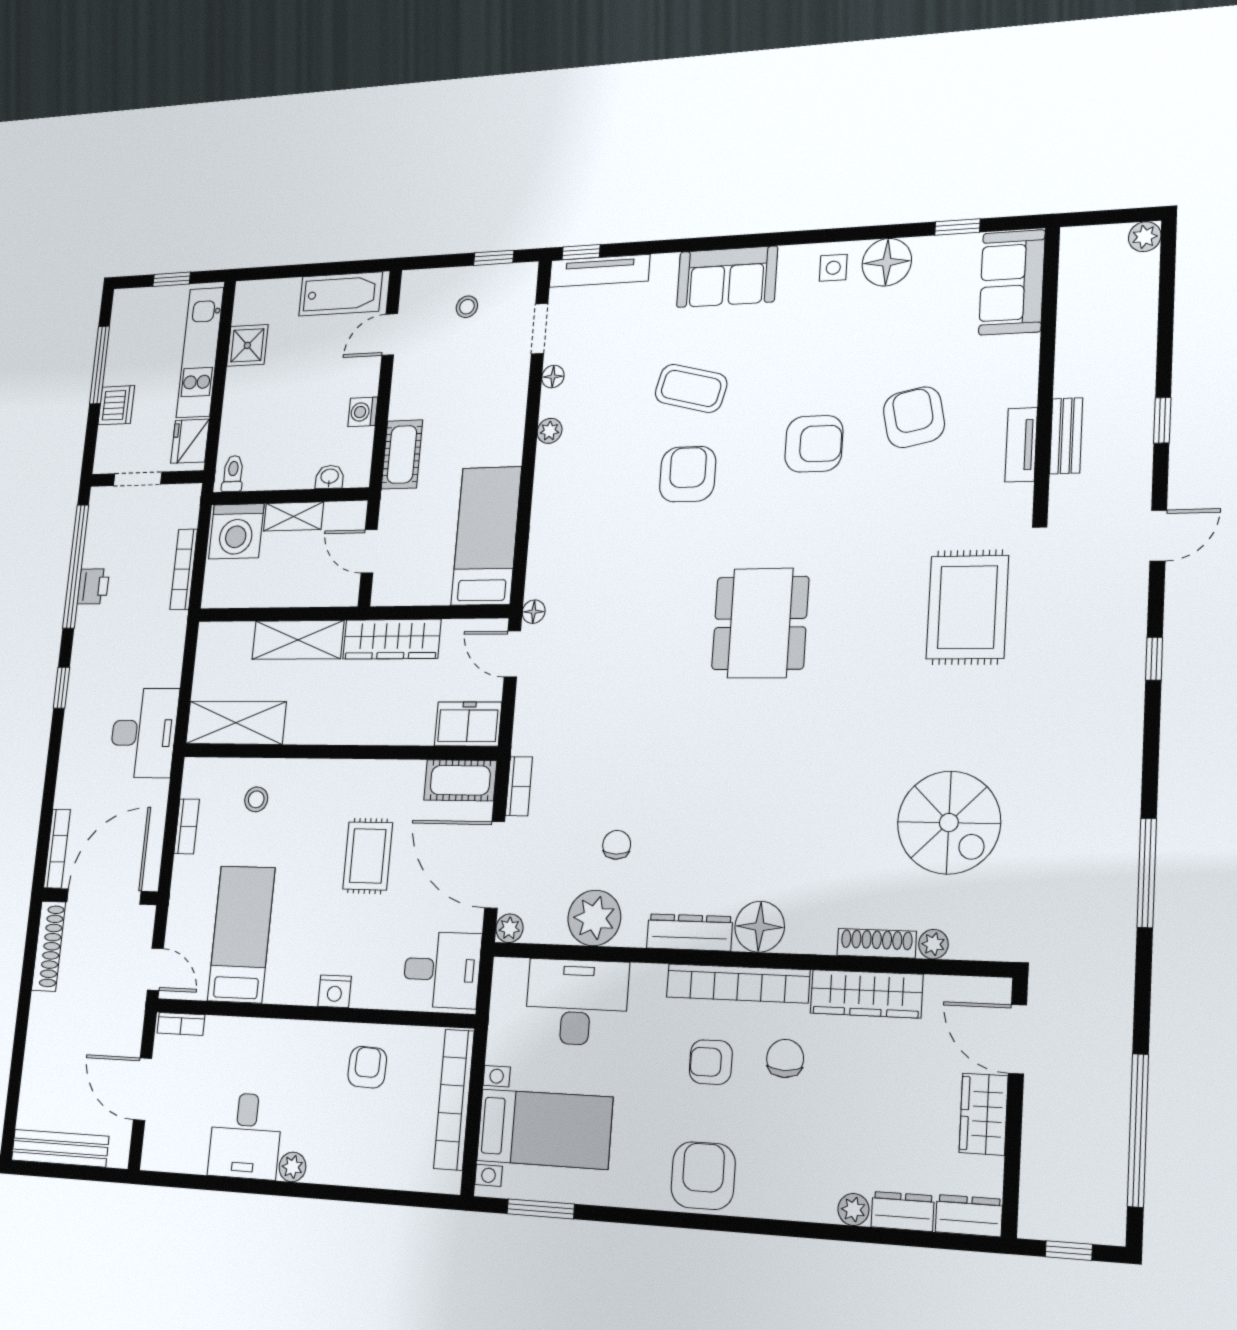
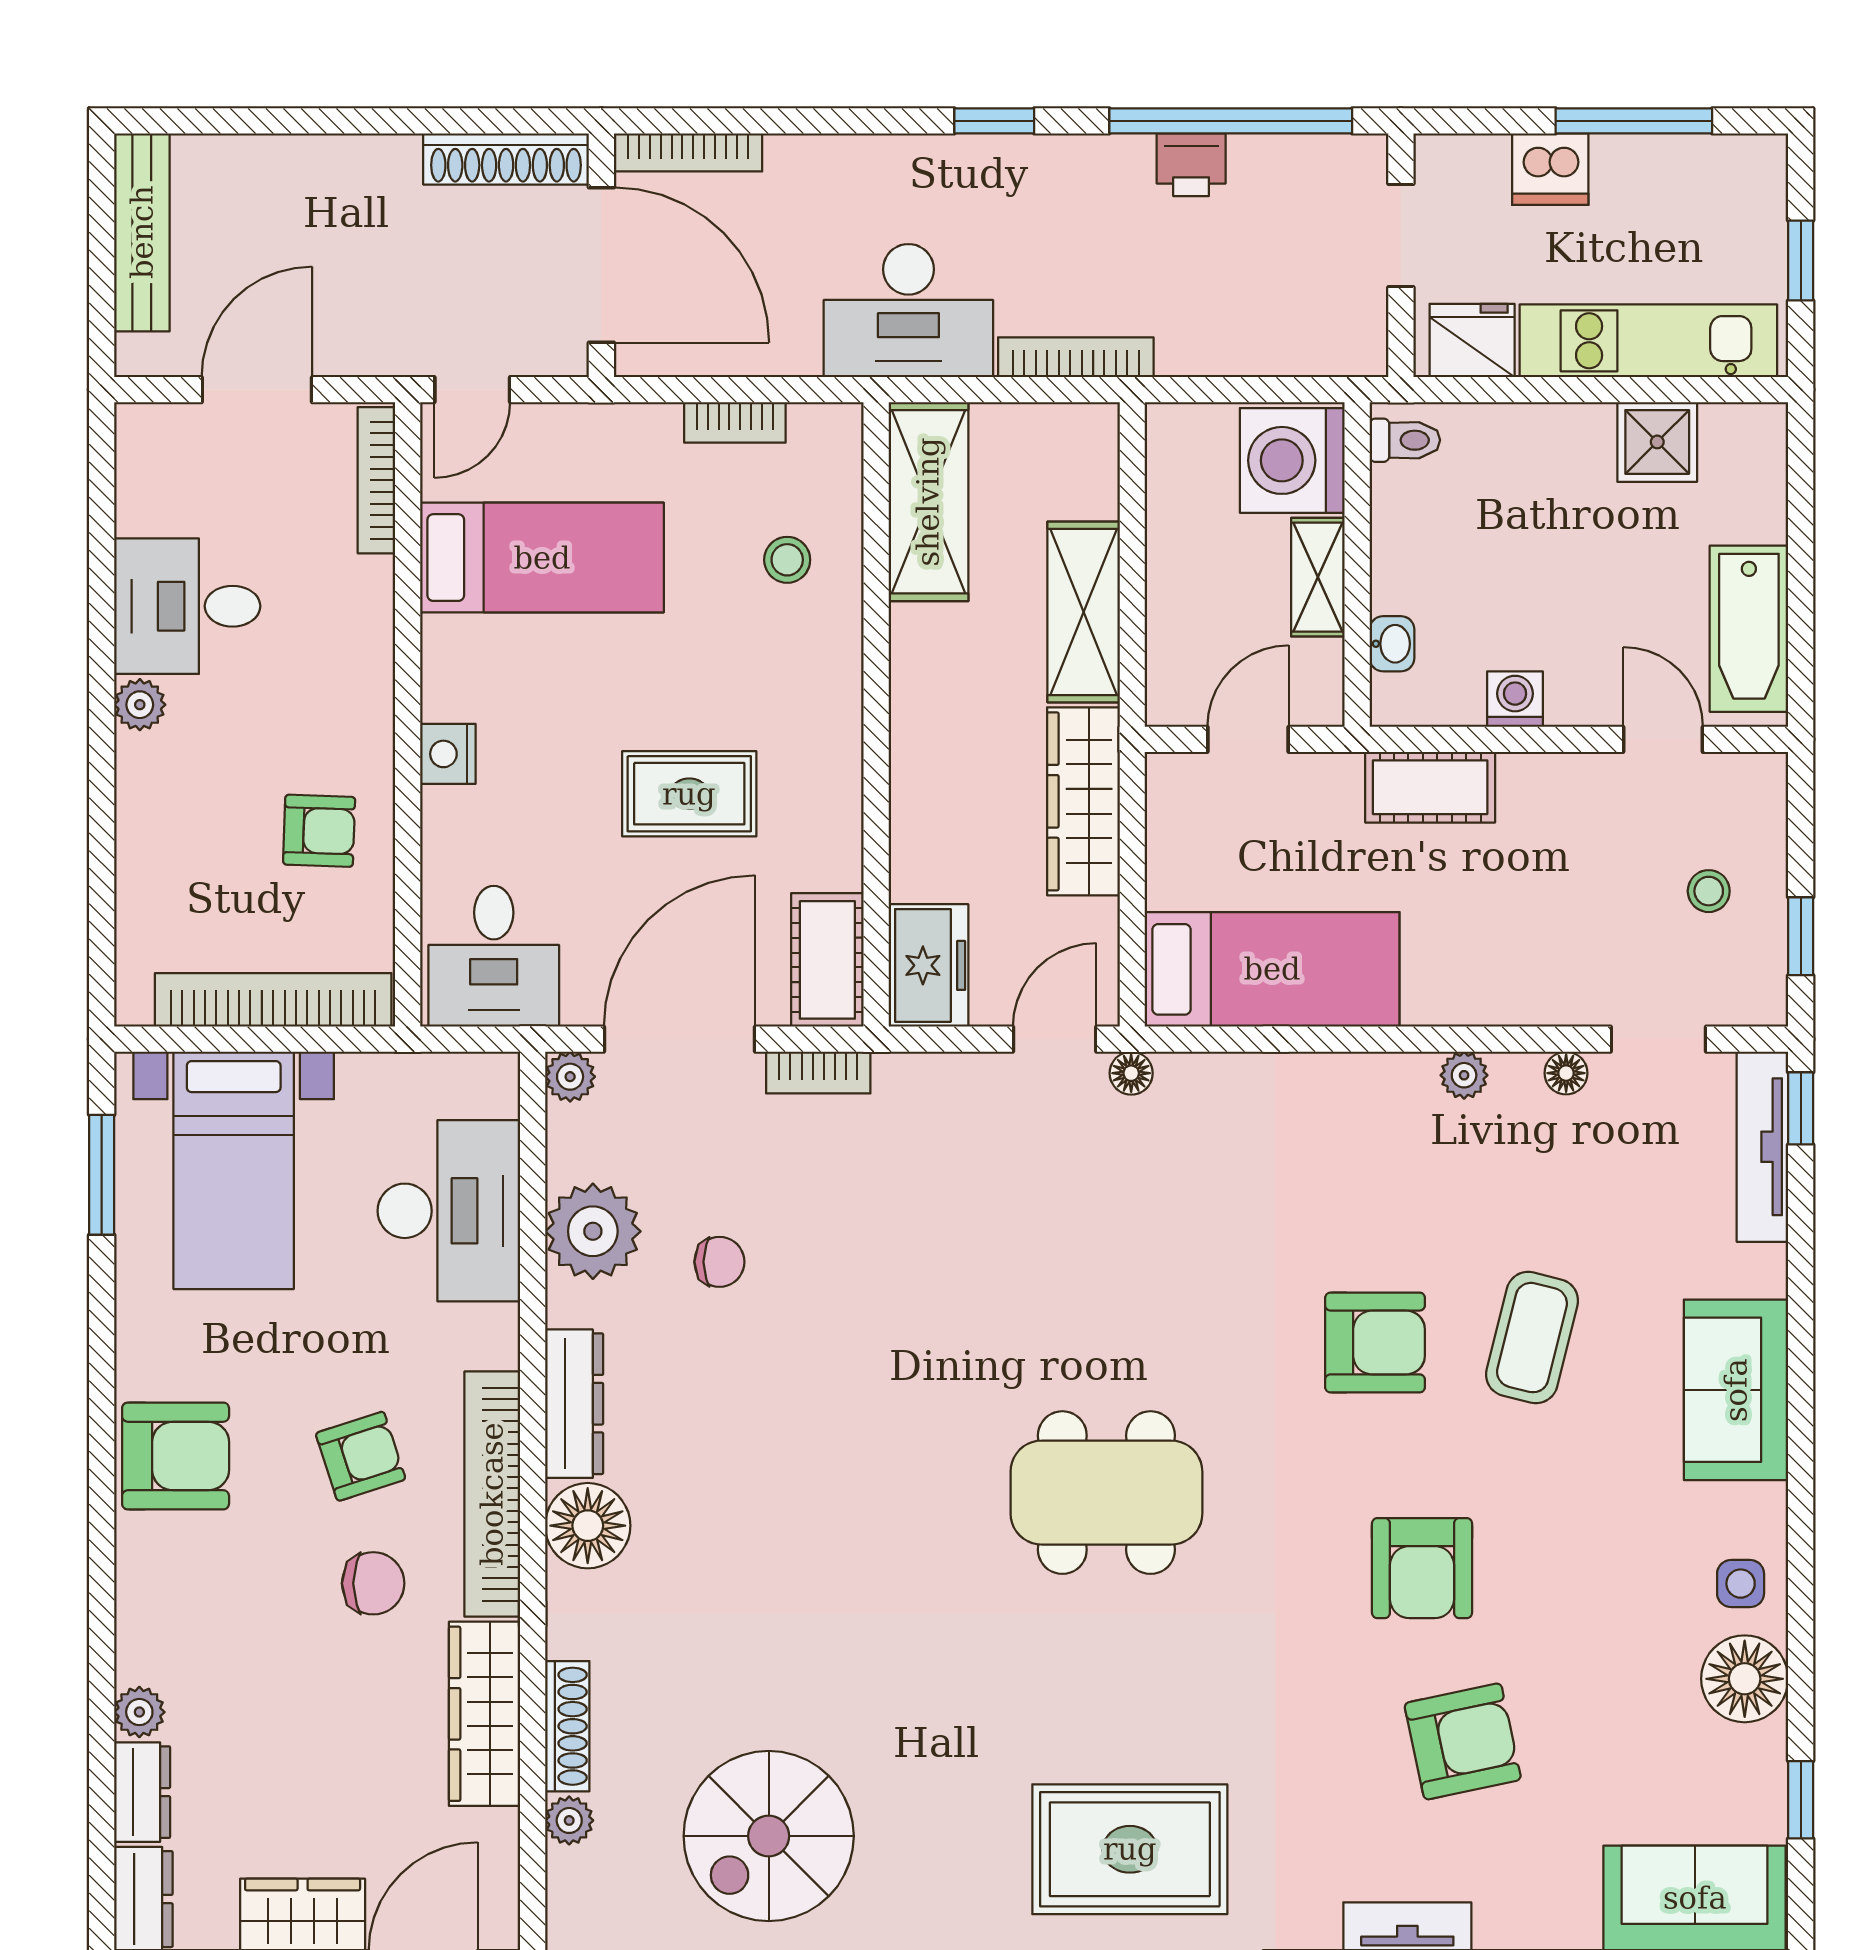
bookcase: (184, 569) -> (1076, 357), moved
bookcase: (181, 1024) -> (376, 480), width x1.56
armchair: (711, 1062) -> (361, 1456), turned 72

